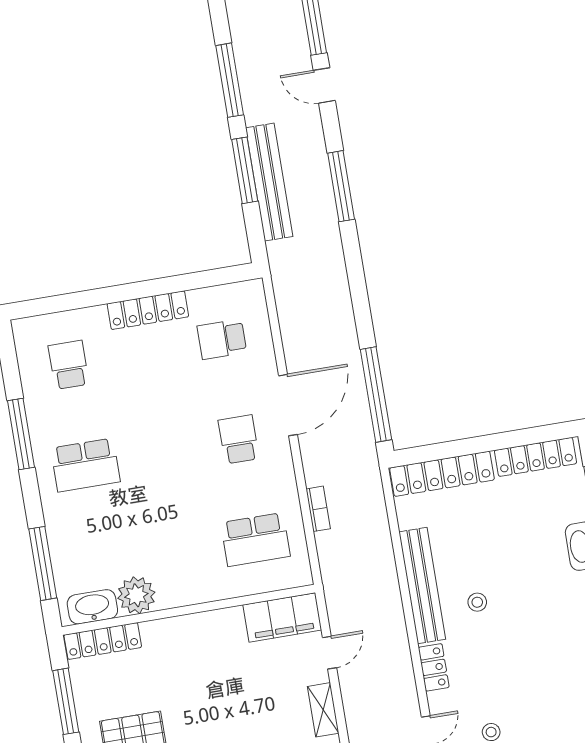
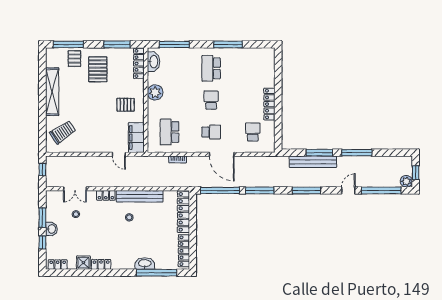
window: (360, 299) -> (260, 190), added
school desk: (69, 365) -> (211, 100), moved, turned -90
plant: (136, 595) -> (155, 92), moved
pallet: (208, 656) -> (126, 105), added
shelving: (323, 710) -> (96, 148), removed

